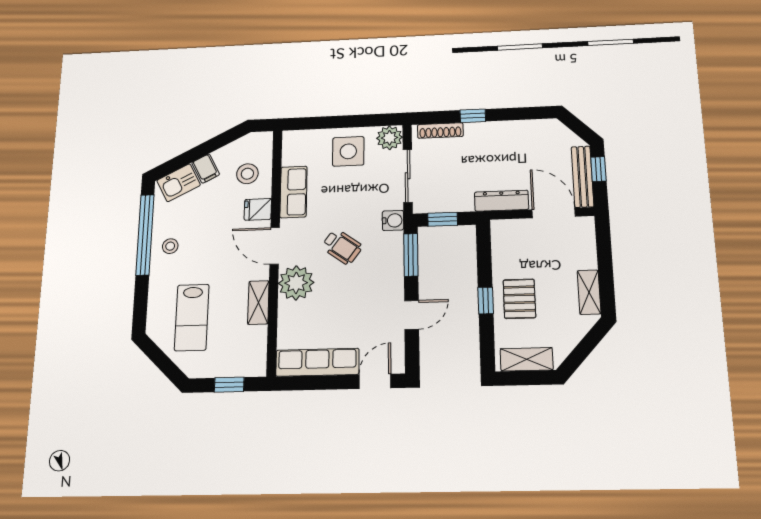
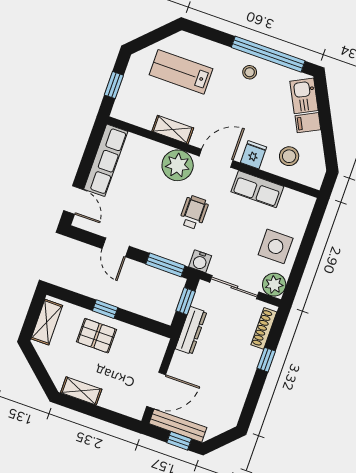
dresser: (502, 201) -> (191, 330), moved
wheelchair: (342, 247) -> (194, 212), turned 144

